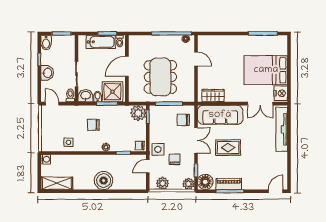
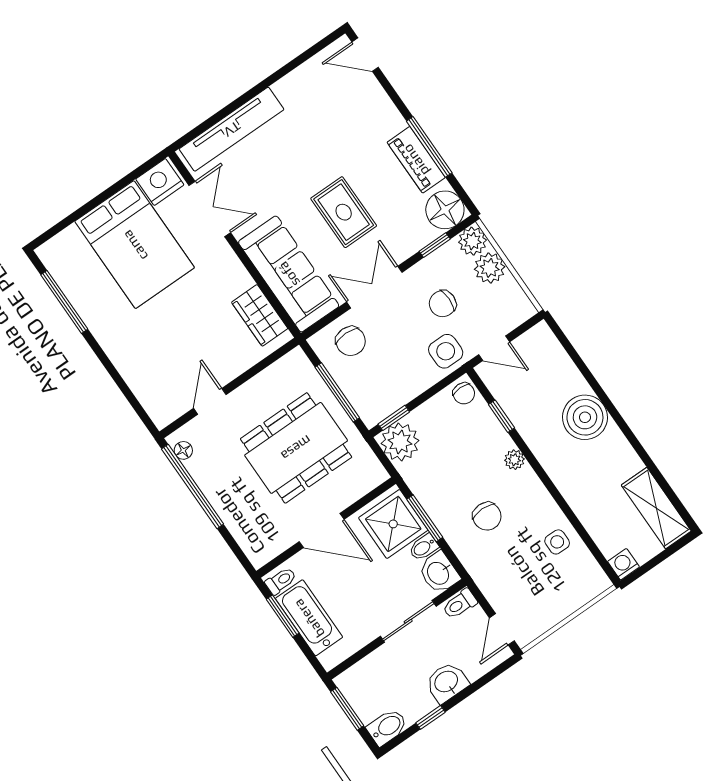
plant: (163, 183) -> (490, 268), moved

